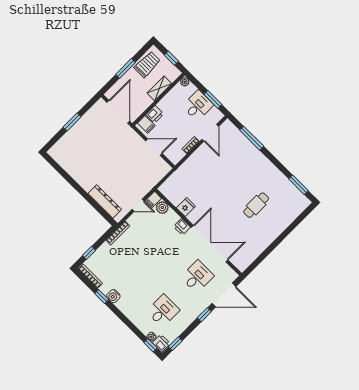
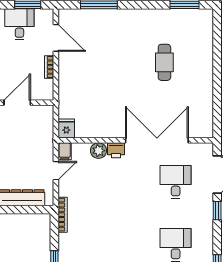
fridge: (186, 207) -> (66, 129), moved
plant: (162, 208) -> (99, 151), moved

